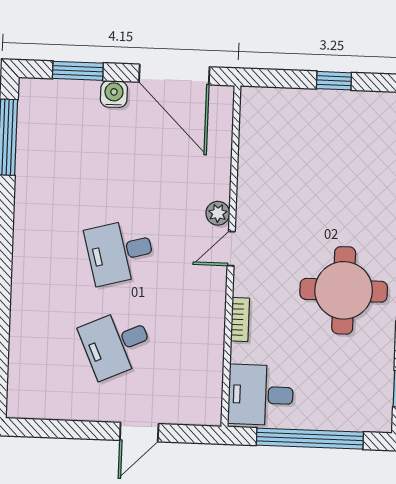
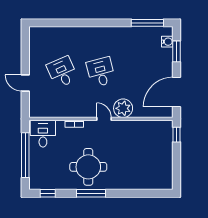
window: (334, 81) -> (176, 135), moved
water cooler: (114, 94) -> (167, 42), moved
plant: (218, 213) -> (123, 108), width x1.88, depth x1.88

